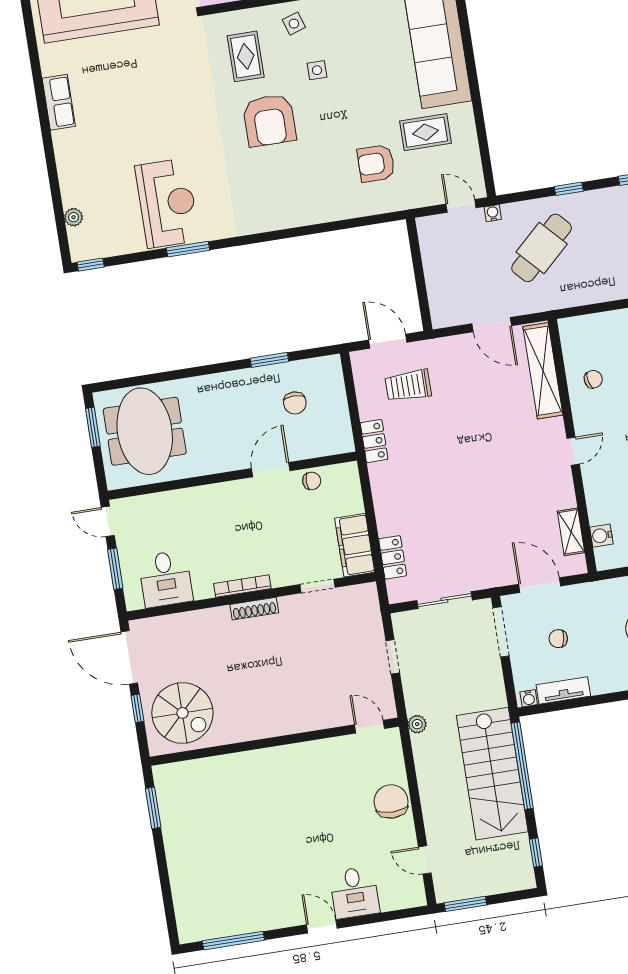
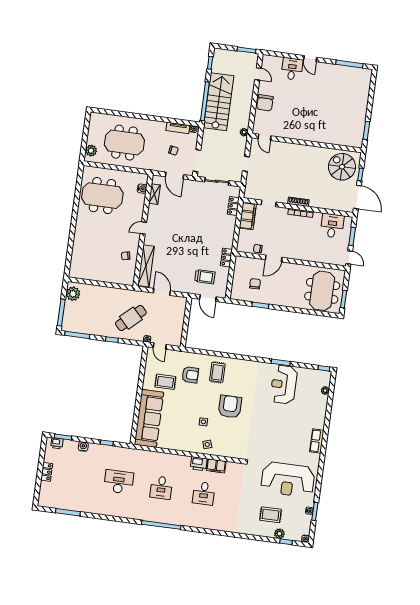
rug: (246, 56) -> (217, 372), moved

